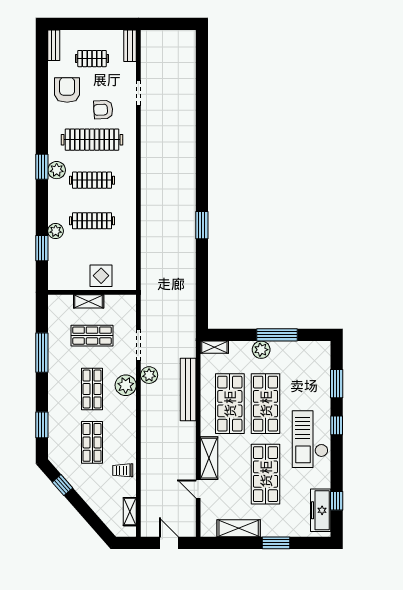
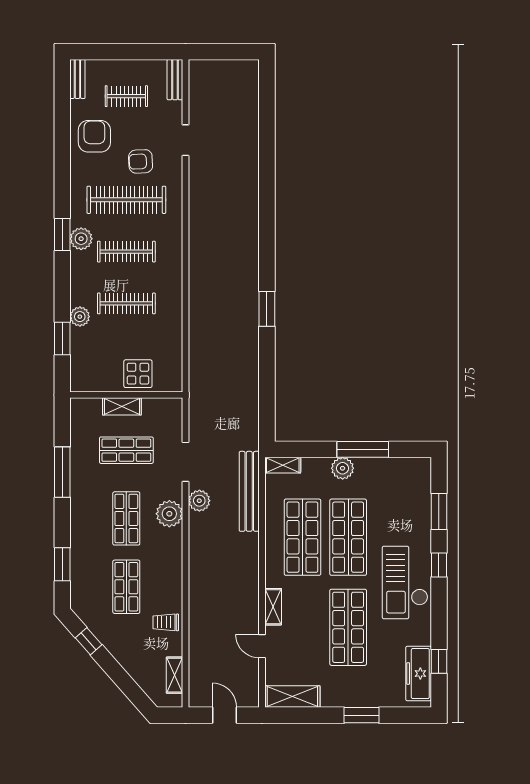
bench: (188, 390) -> (249, 491), moved
shelving: (209, 458) -> (273, 607), width x0.67, depth x0.75
shelving: (239, 528) -> (292, 696), moved

